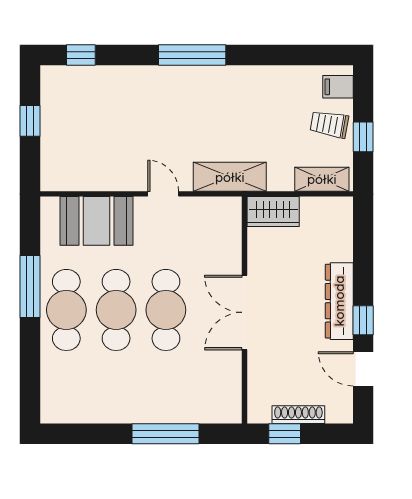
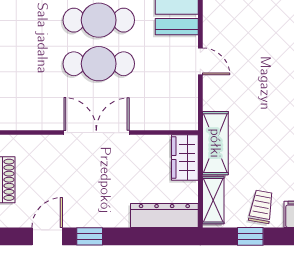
shelving: (230, 177) -> (215, 143), moved
door: (163, 194) -> (200, 61), hinge flipped
dresser: (339, 301) -> (164, 215), moved

